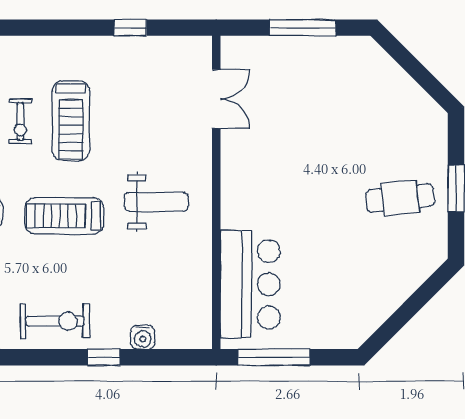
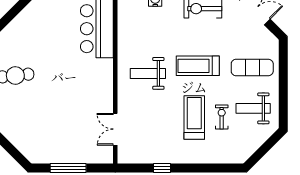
treadmill: (64, 216) -> (198, 66), turned 180

